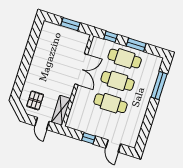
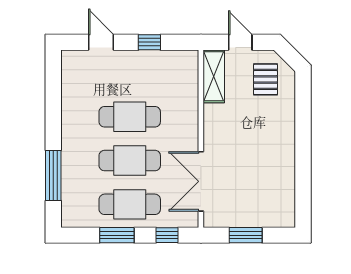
double door: (81, 69) -> (201, 181), moved

